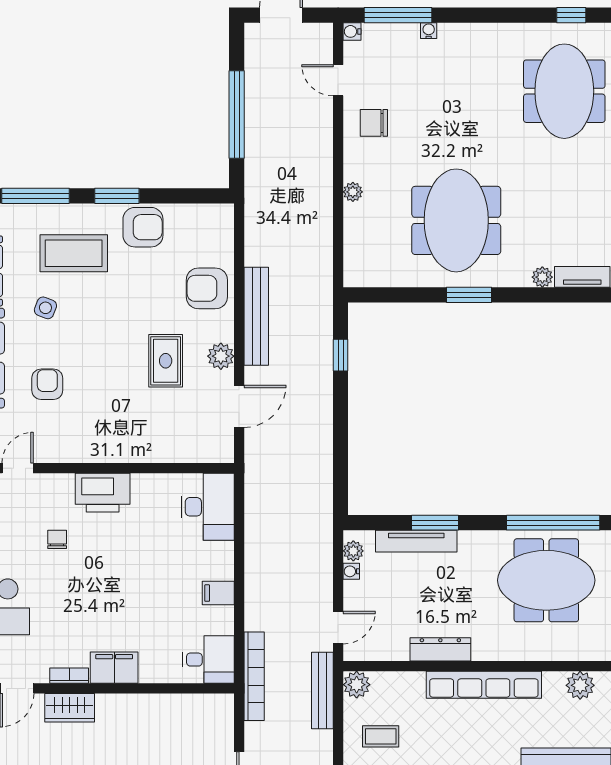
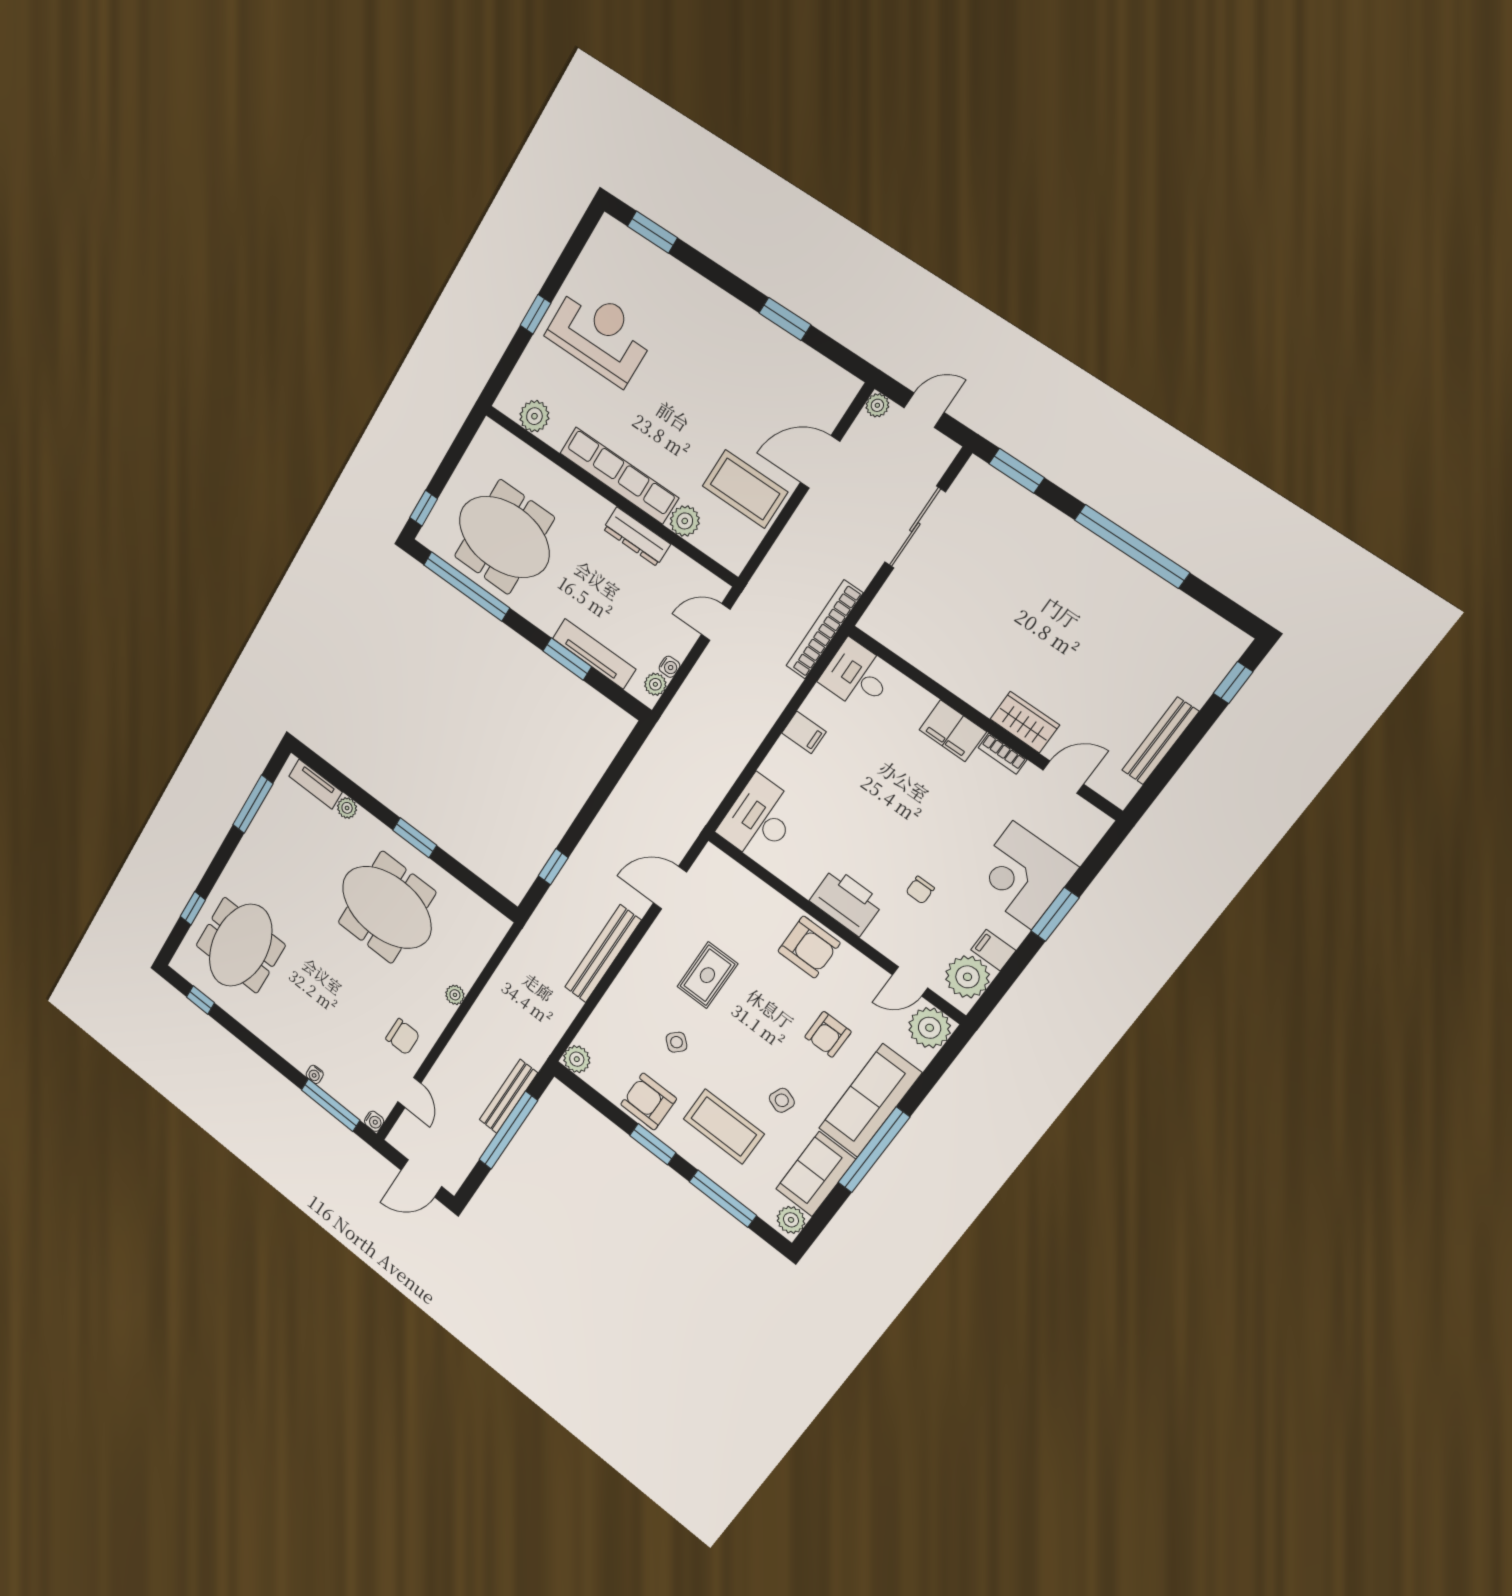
meeting table: (456, 220) -> (387, 907), turned 90
armchair: (207, 288) -> (809, 947), moved
side table: (153, 291) -> (677, 1042), added
plant: (221, 356) -> (577, 1059), moved
plant: (357, 685) -> (685, 521), moved
bench: (322, 690) -> (508, 1096), moved
coffee table: (381, 736) -> (745, 489), width x1.86, depth x1.72

